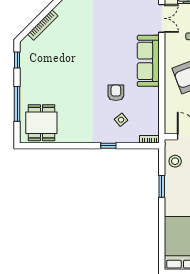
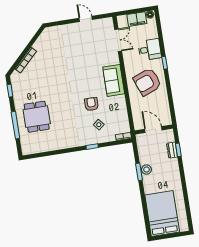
sofa: (148, 61) -> (114, 80), width x0.73
dining table: (41, 123) -> (37, 117), moved
stool: (175, 161) -> (146, 170), moved

